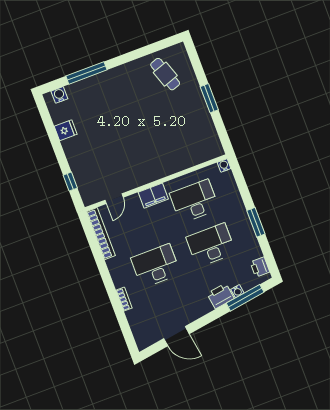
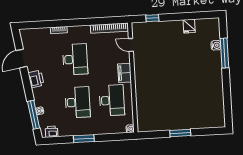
cafe table: (165, 74) -> (207, 108), removed
water cooler: (59, 95) -> (216, 45), moved
printer: (221, 296) -> (36, 79), moved

